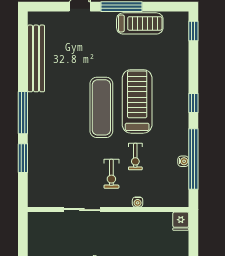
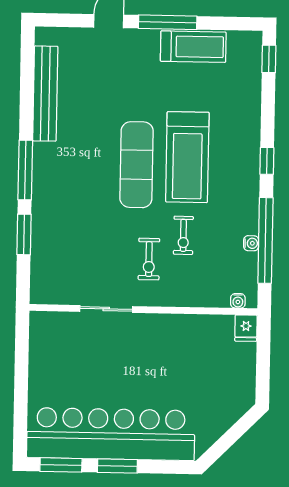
treadmill: (137, 101) -> (187, 157), turned 180
water cooler: (138, 202) -> (238, 301), moved

